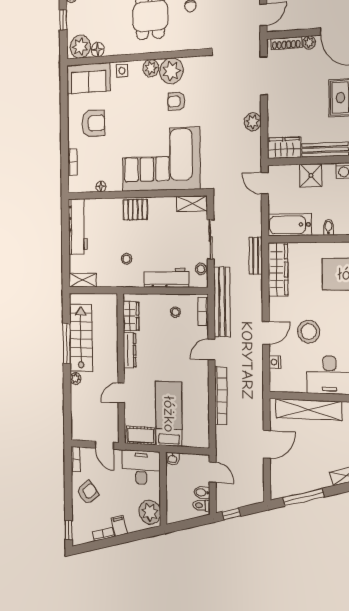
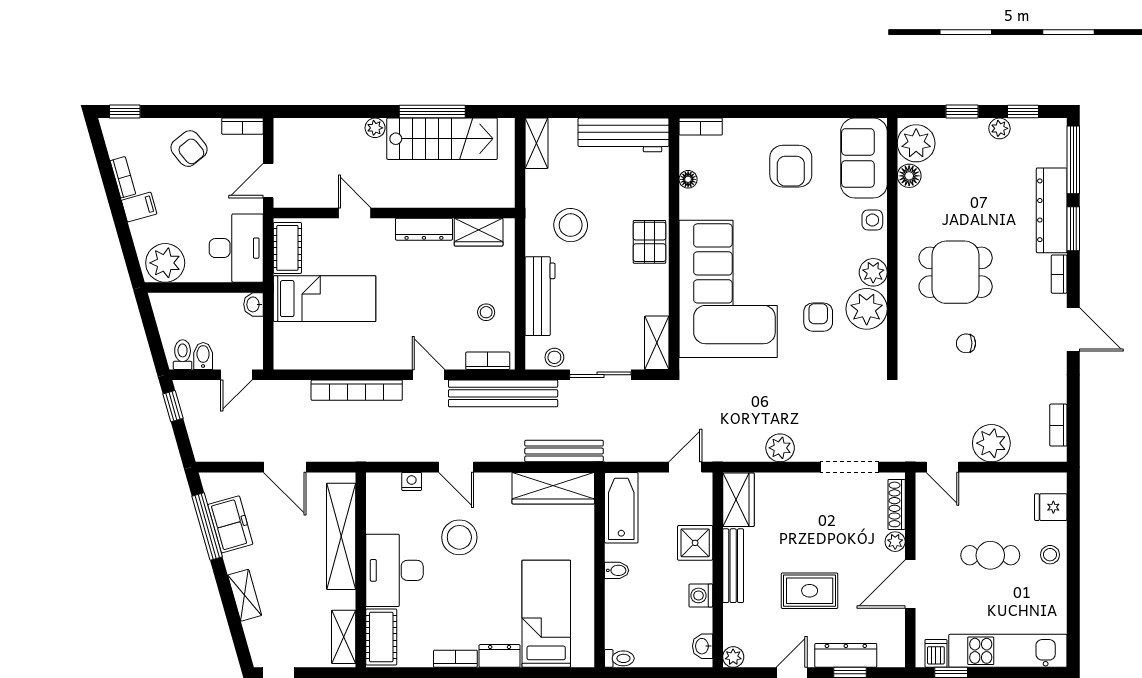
bookcase: (73, 162) -> (701, 127), moved
bench: (256, 256) -> (564, 451), width x1.36
stool: (127, 259) -> (571, 225), width x1.89, depth x1.89
freezer: (302, 482) -> (230, 524), added

